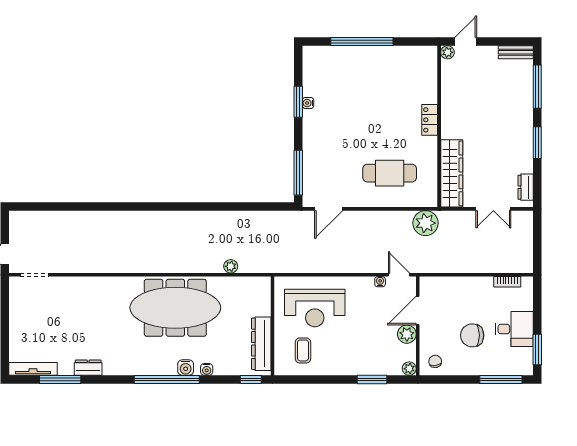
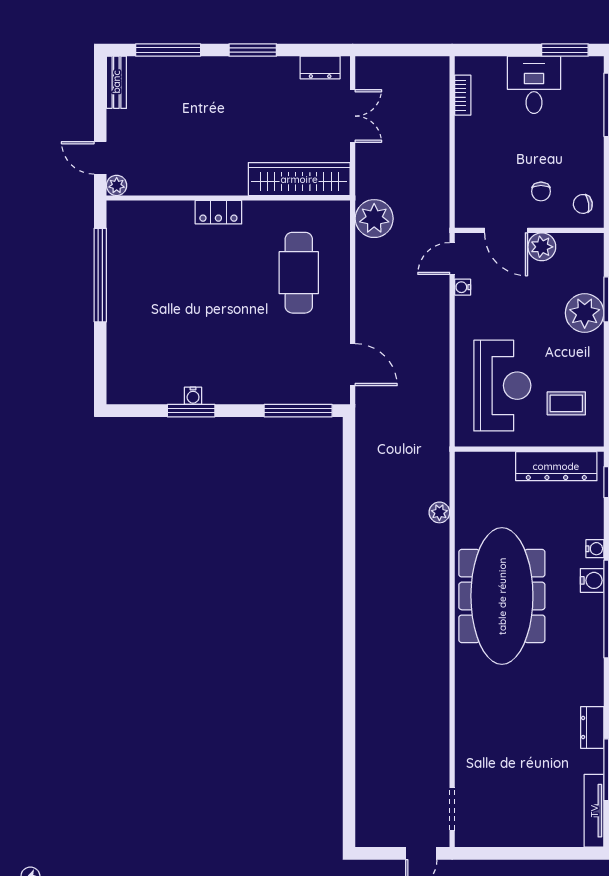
window: (362, 42) -> (100, 275), moved
chair: (472, 335) -> (541, 191), moved, width x0.54, depth x0.54
plant: (409, 369) -> (585, 313), moved, width x1.88, depth x1.88

